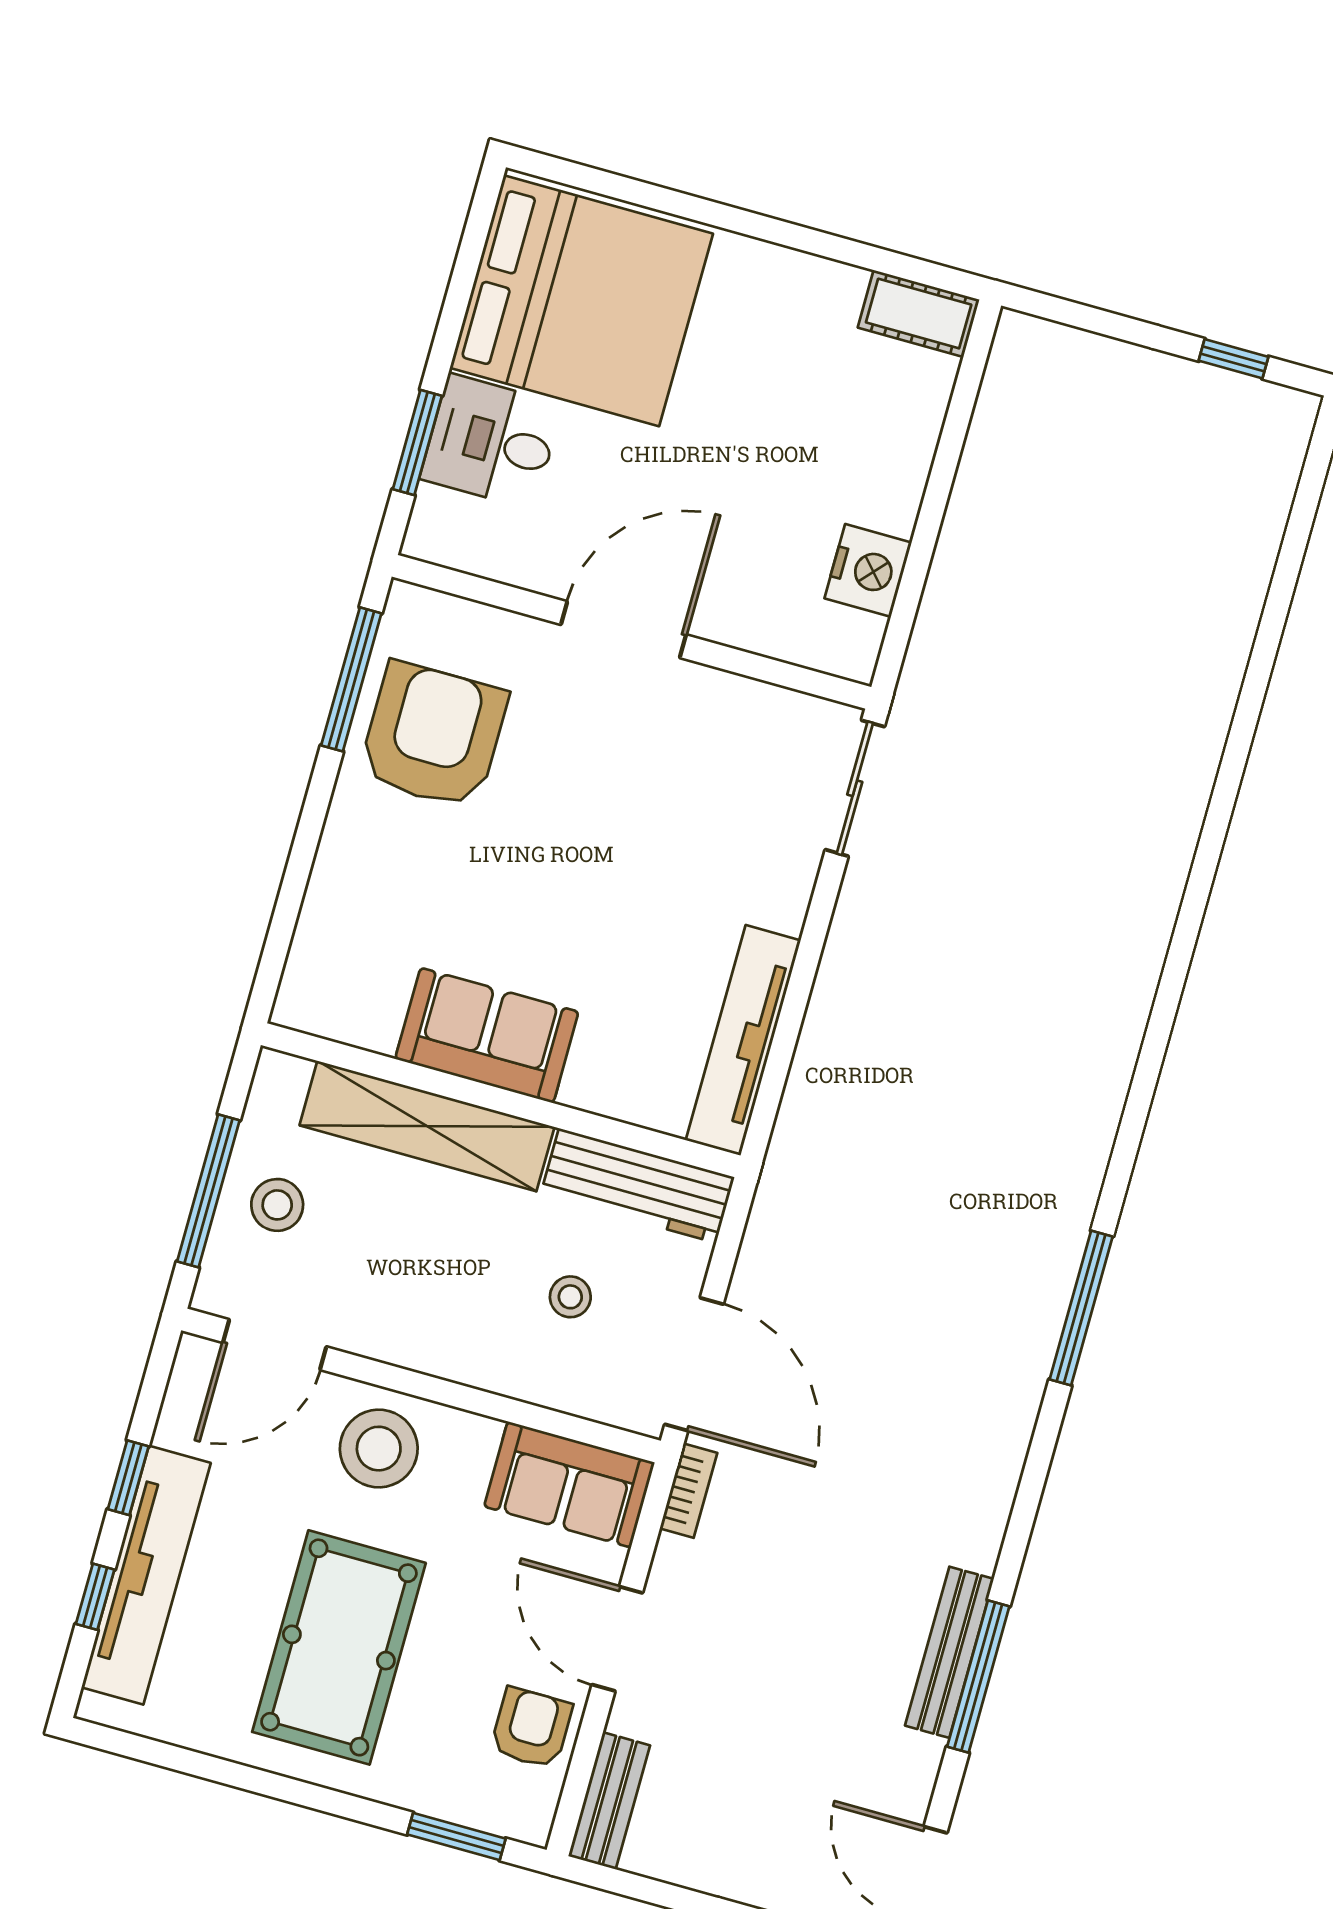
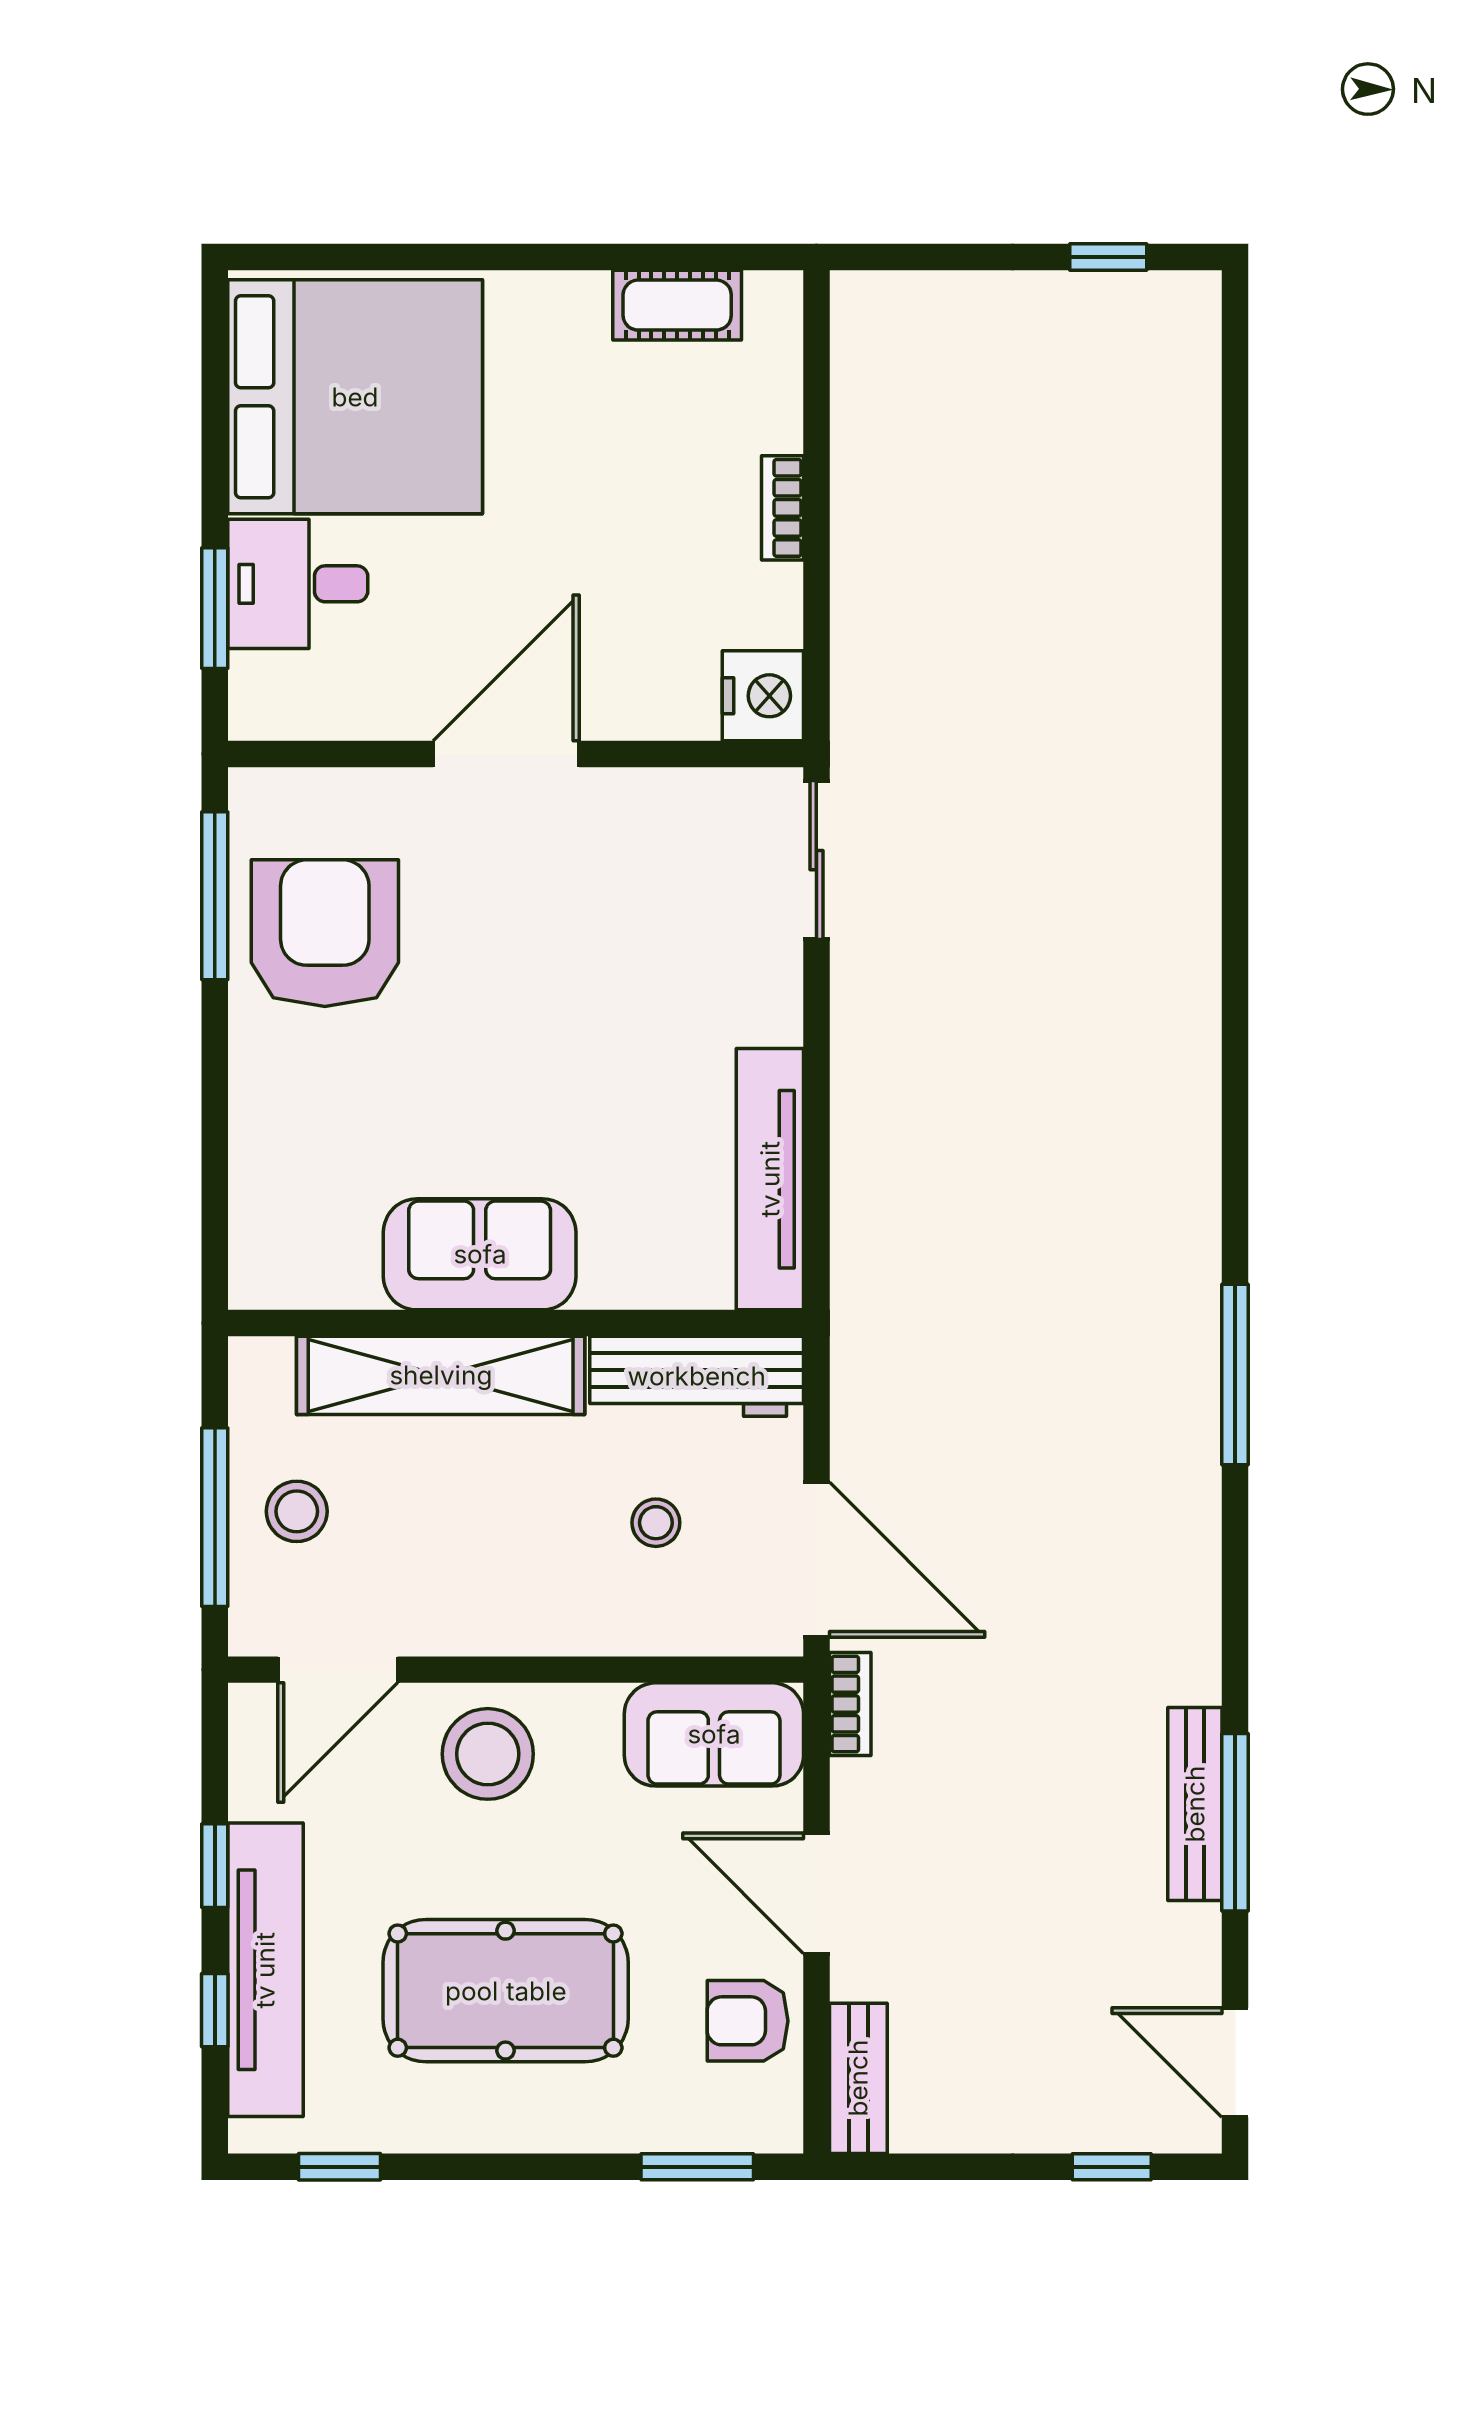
cot: (919, 314) -> (677, 305), moved
bookcase: (908, 490) -> (782, 508), added
nightstand: (868, 570) -> (763, 696), moved
pool table: (339, 1647) -> (506, 1991), turned 90
armchair: (531, 1728) -> (748, 2021), turned -90
window: (162, 1754) -> (339, 2167), added

